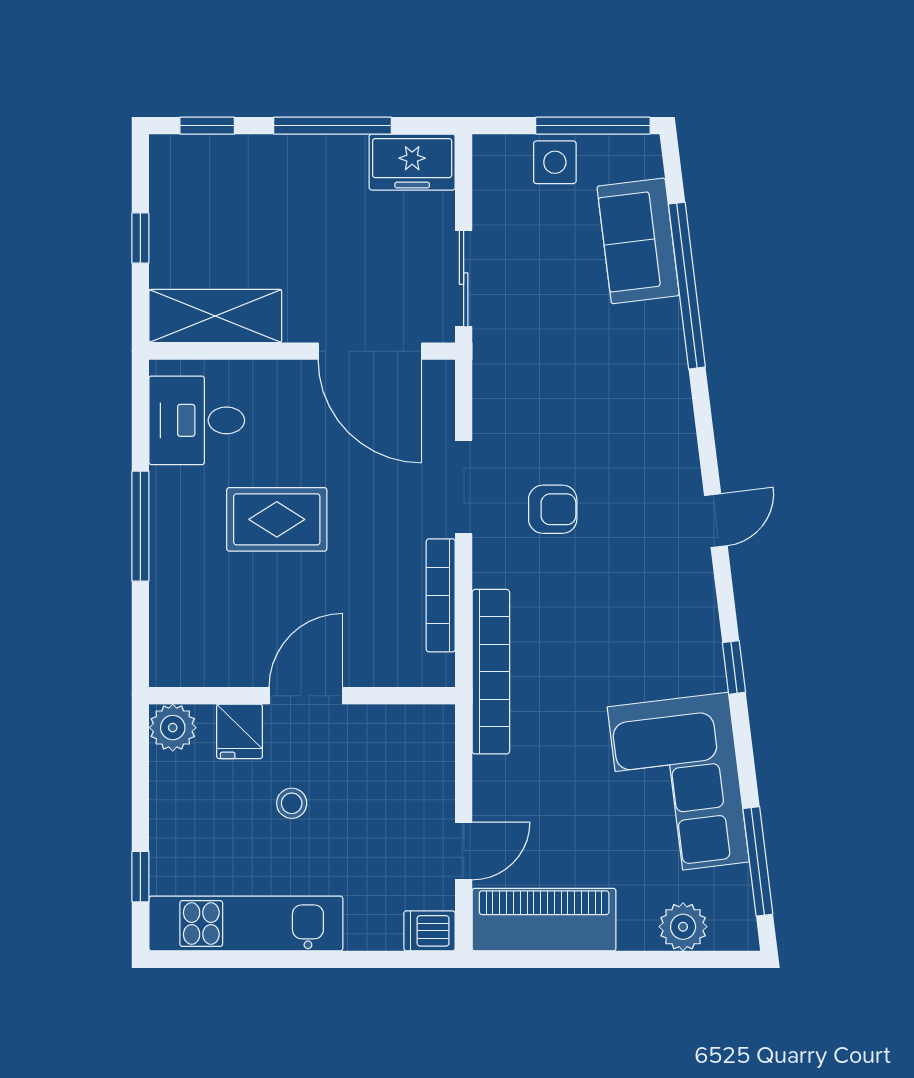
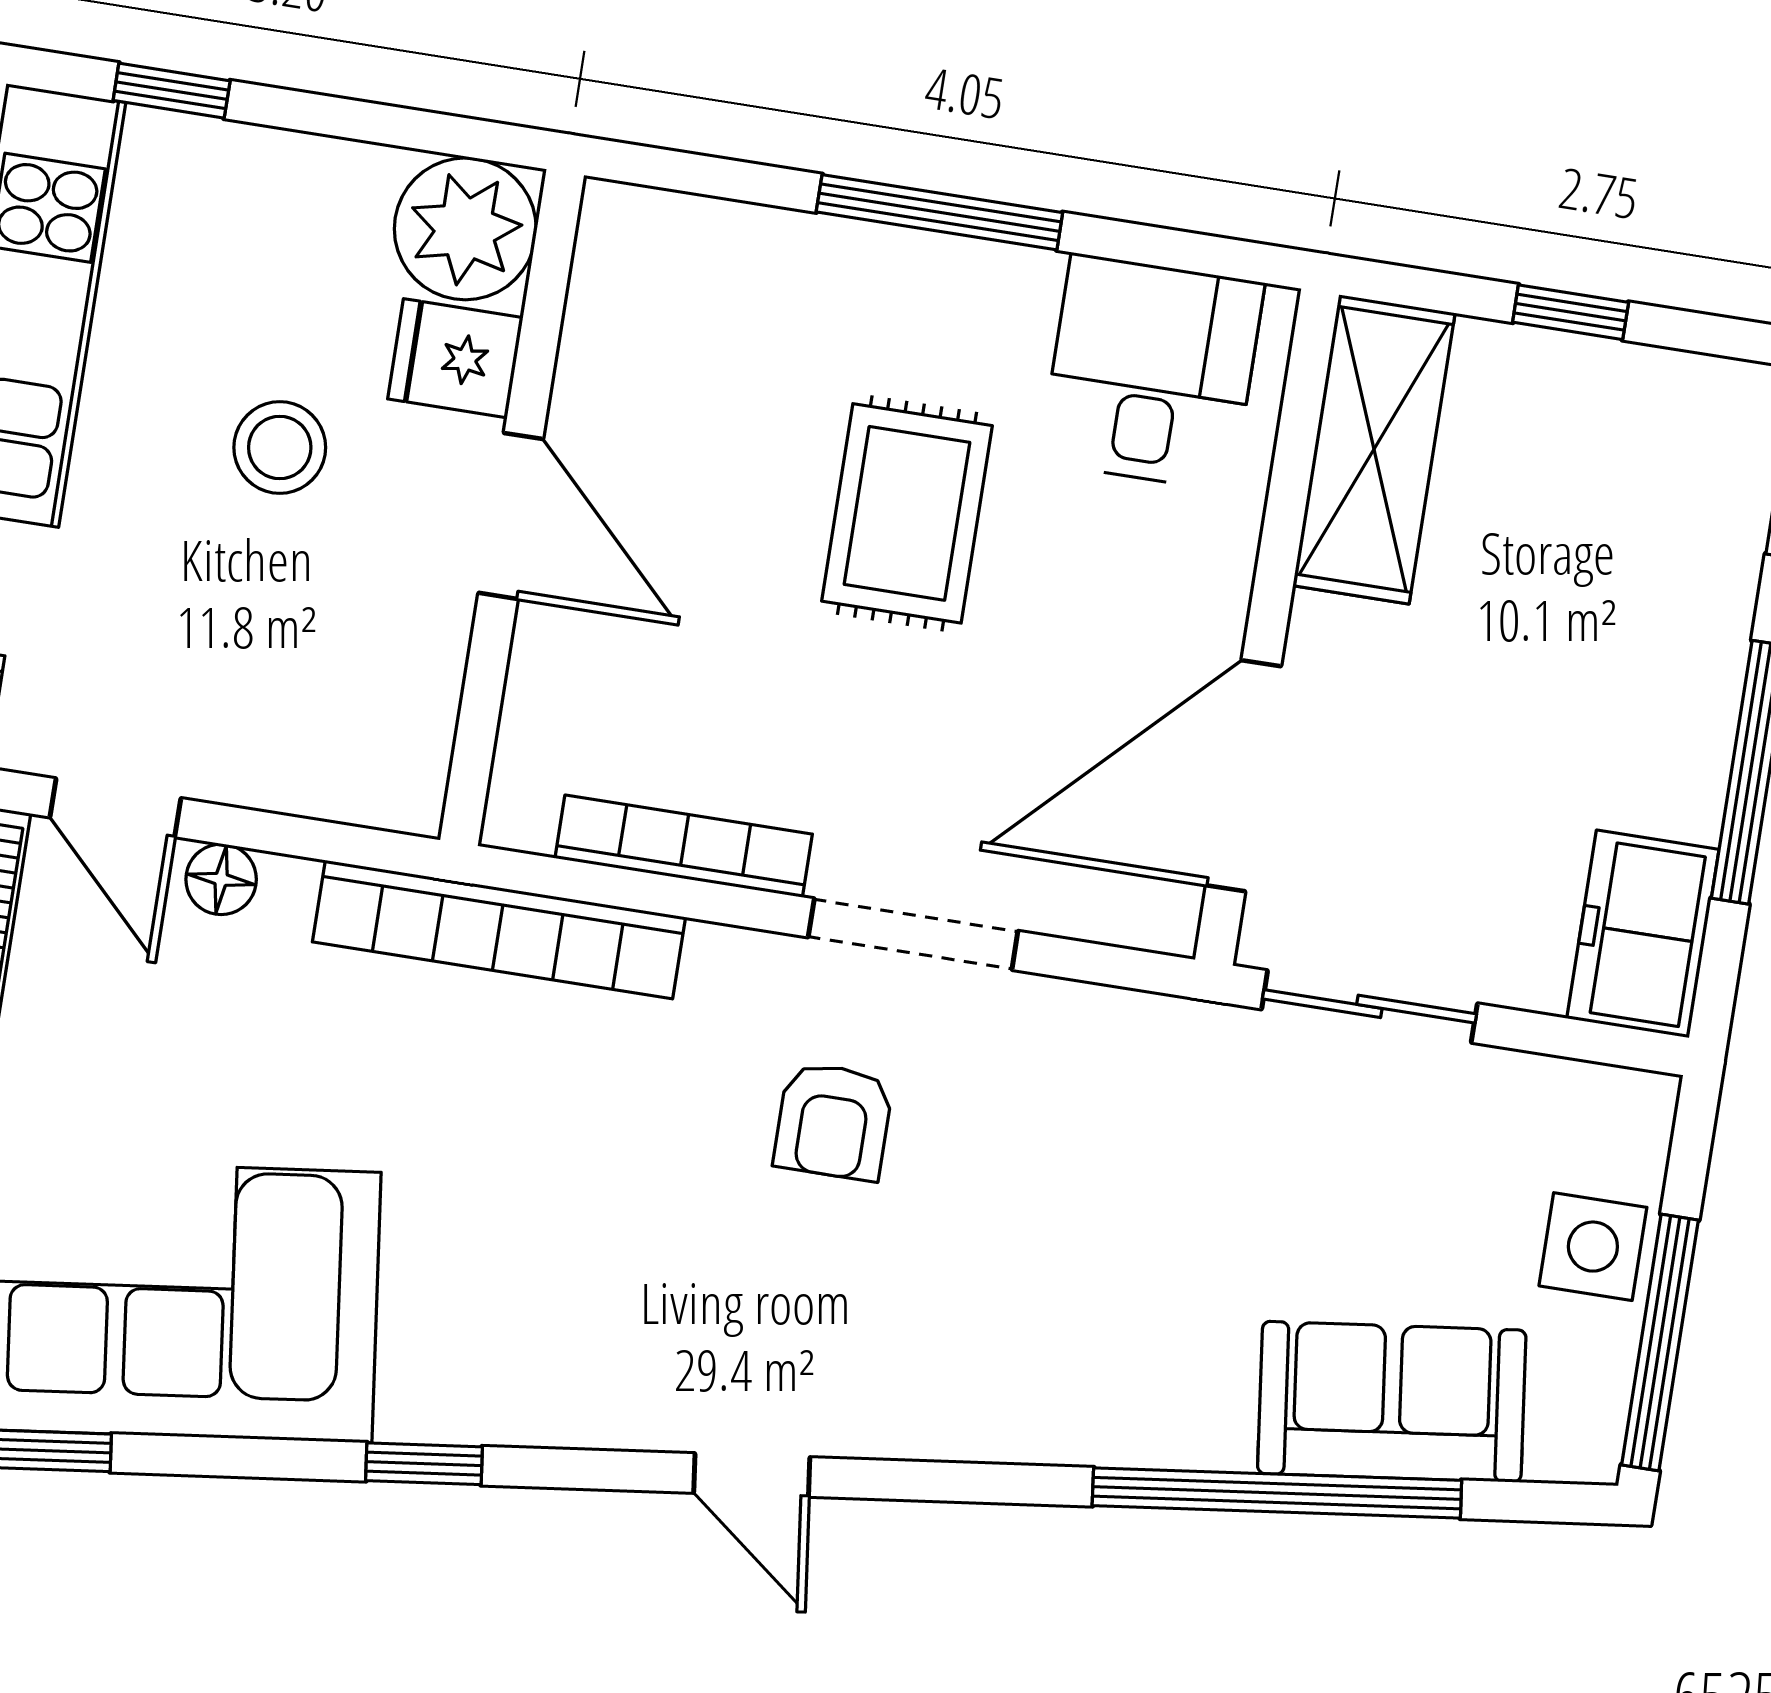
plant: (173, 728) -> (465, 229), width x1.36, depth x1.36
floor lamp: (488, 799) -> (221, 879), added
stool: (292, 803) -> (280, 447), width x1.37, depth x1.37

